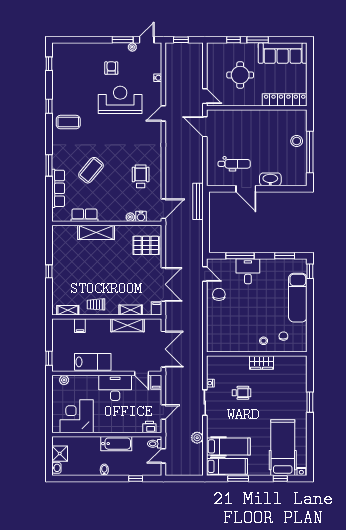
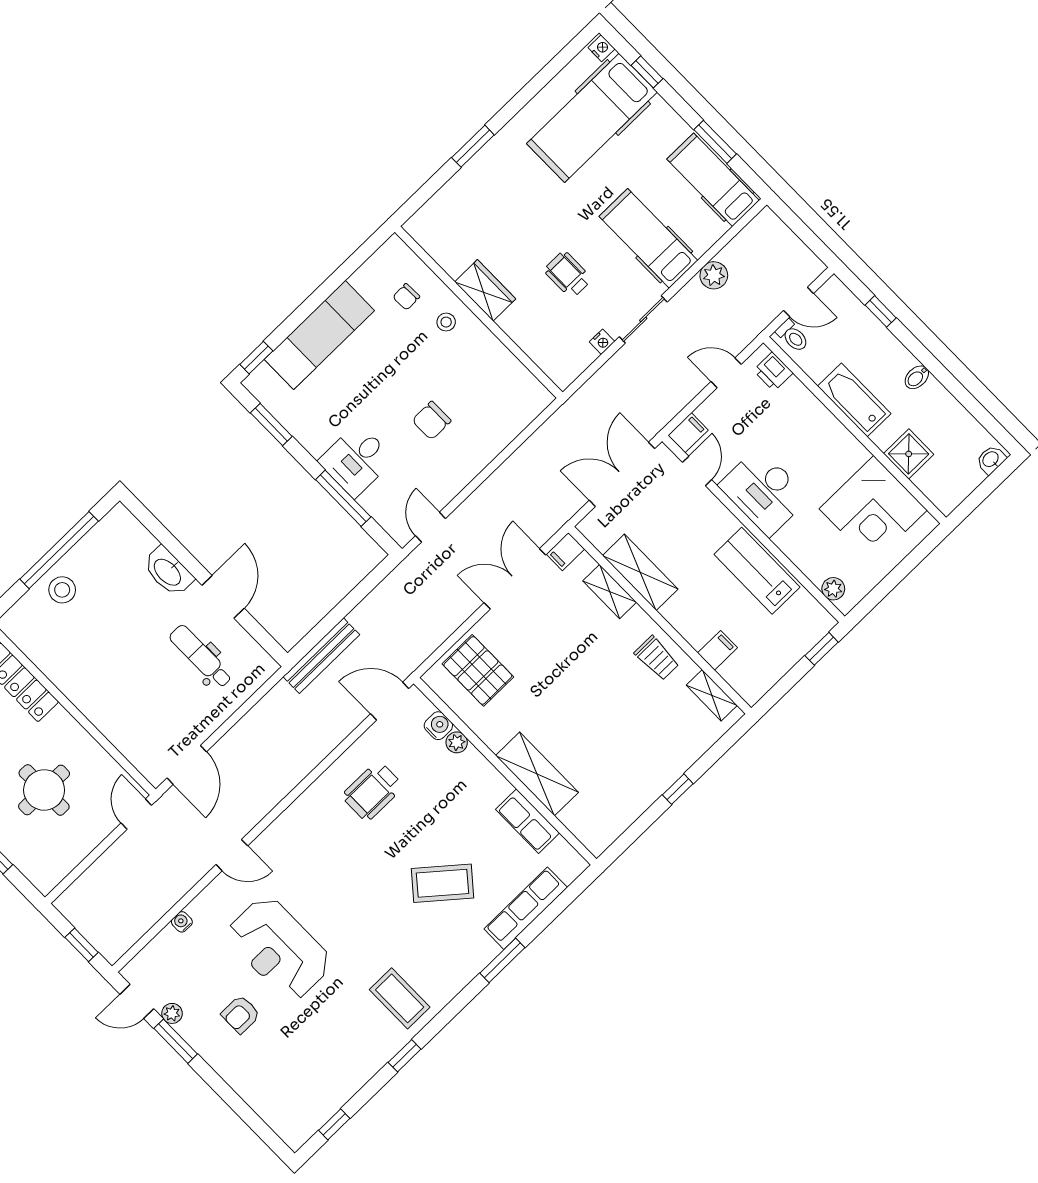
chair: (219, 294) -> (432, 420), moved
hospital bed: (228, 446) -> (648, 238), moved
shower: (60, 454) -> (909, 454), moved

